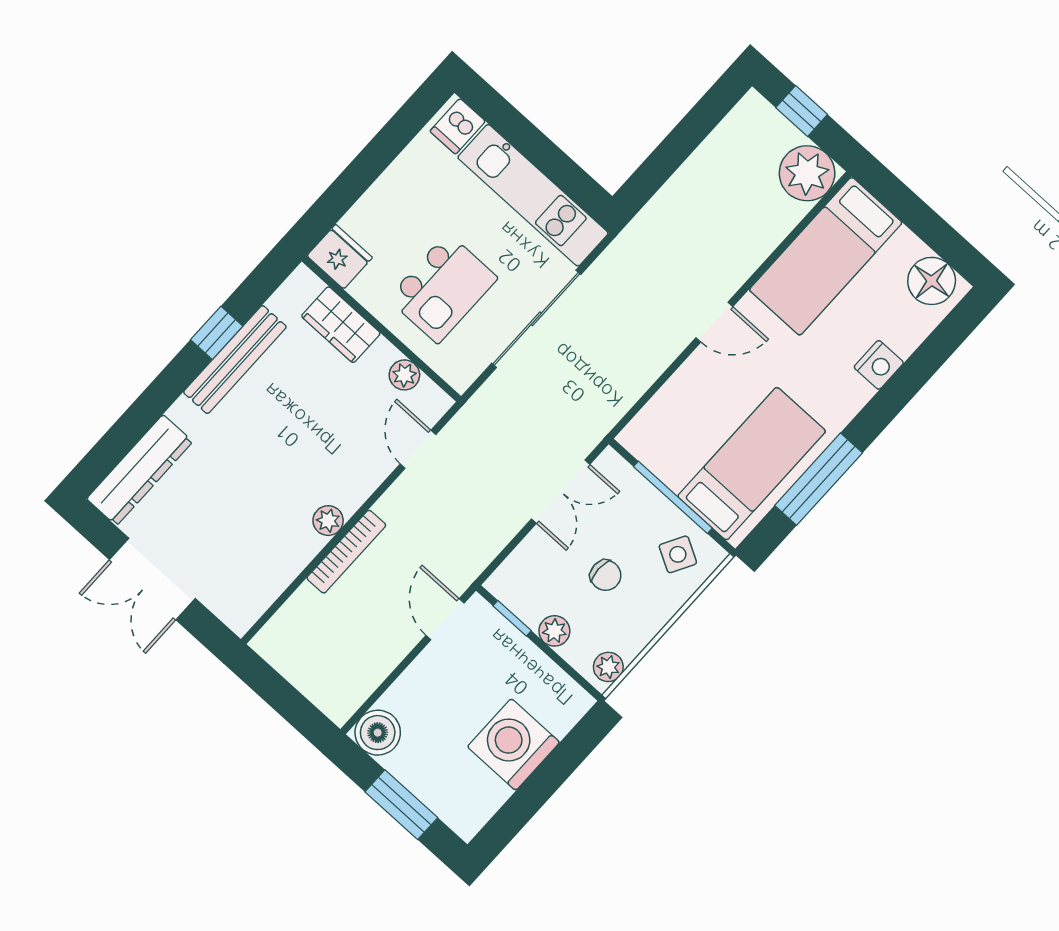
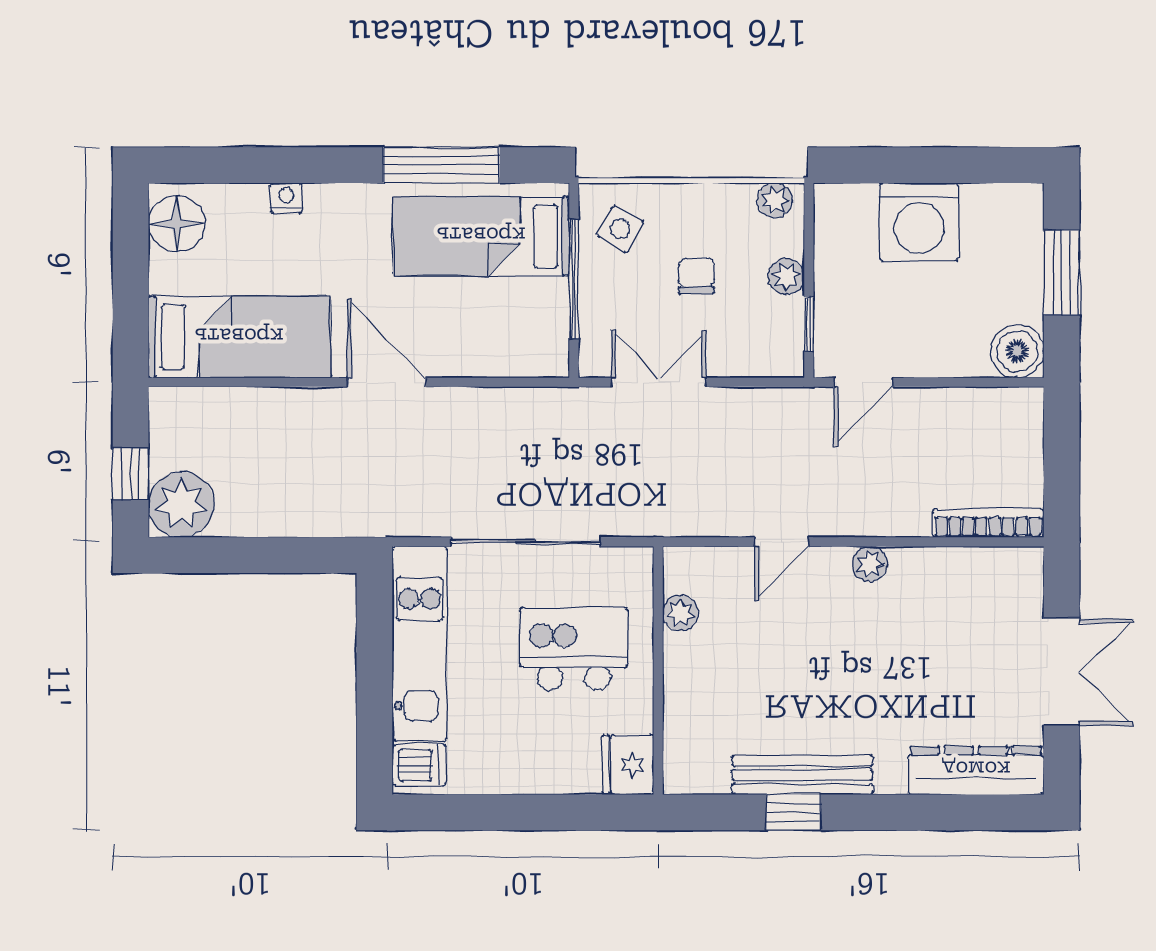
plant: (807, 173) -> (181, 505), moved
door: (714, 322) -> (386, 382), width x1.38
wardrobe: (341, 325) -> (687, 709), removed
nightstand: (879, 365) -> (286, 198), width x0.72, depth x0.74
door: (418, 449) -> (782, 542), moved
bookcase: (346, 552) -> (988, 523), moved

